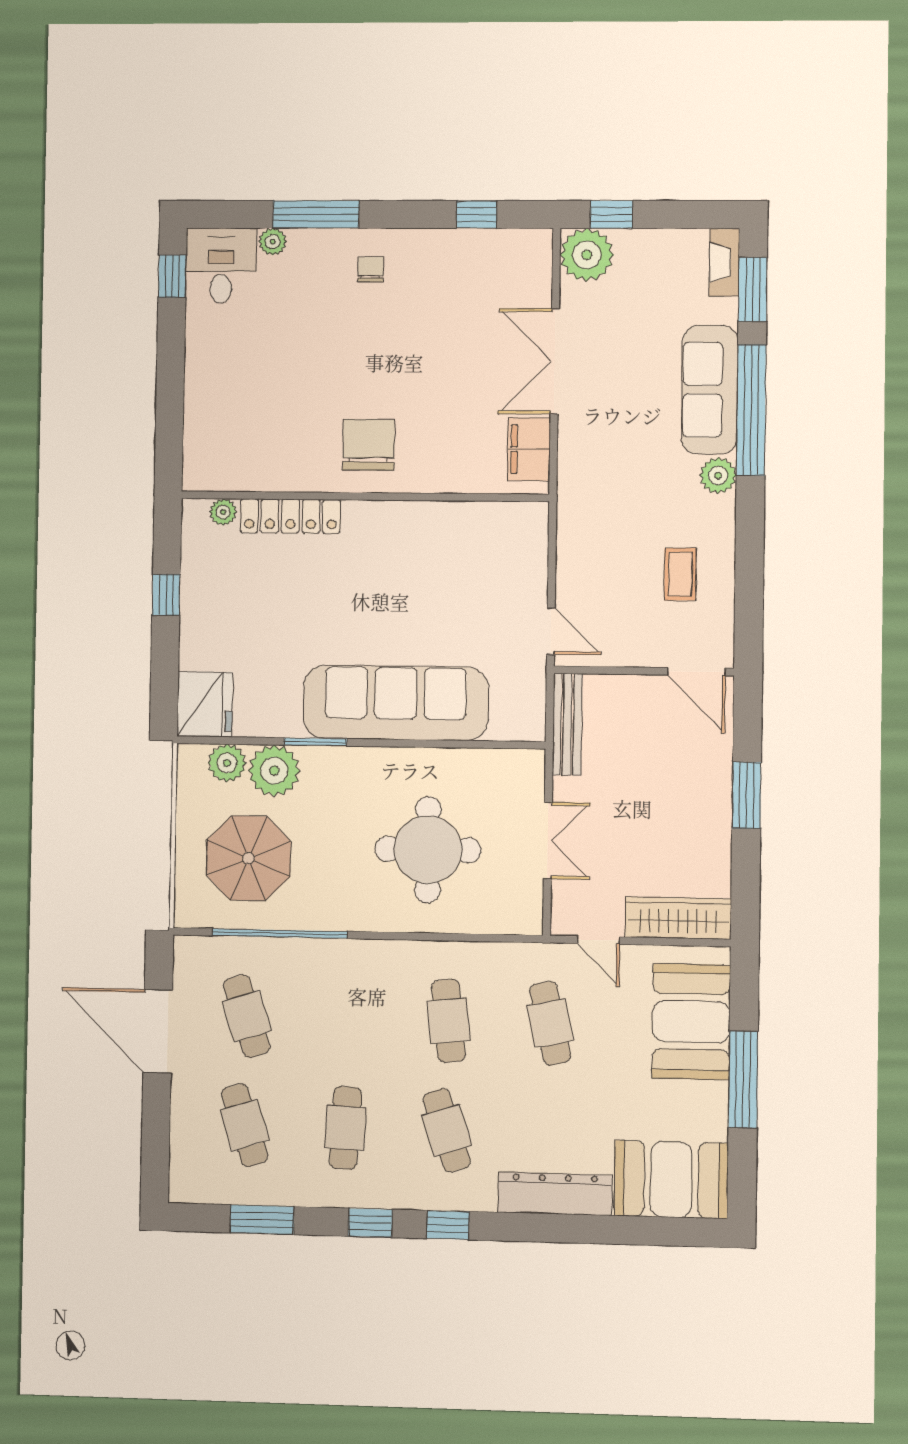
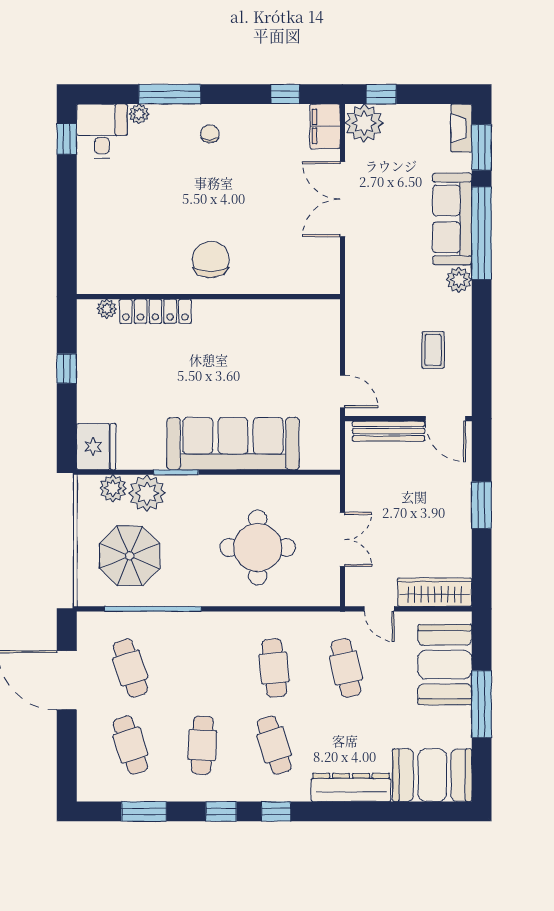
filing cabinet: (529, 449) -> (325, 126), moved
bench: (567, 724) -> (388, 431), moved, turned 90

